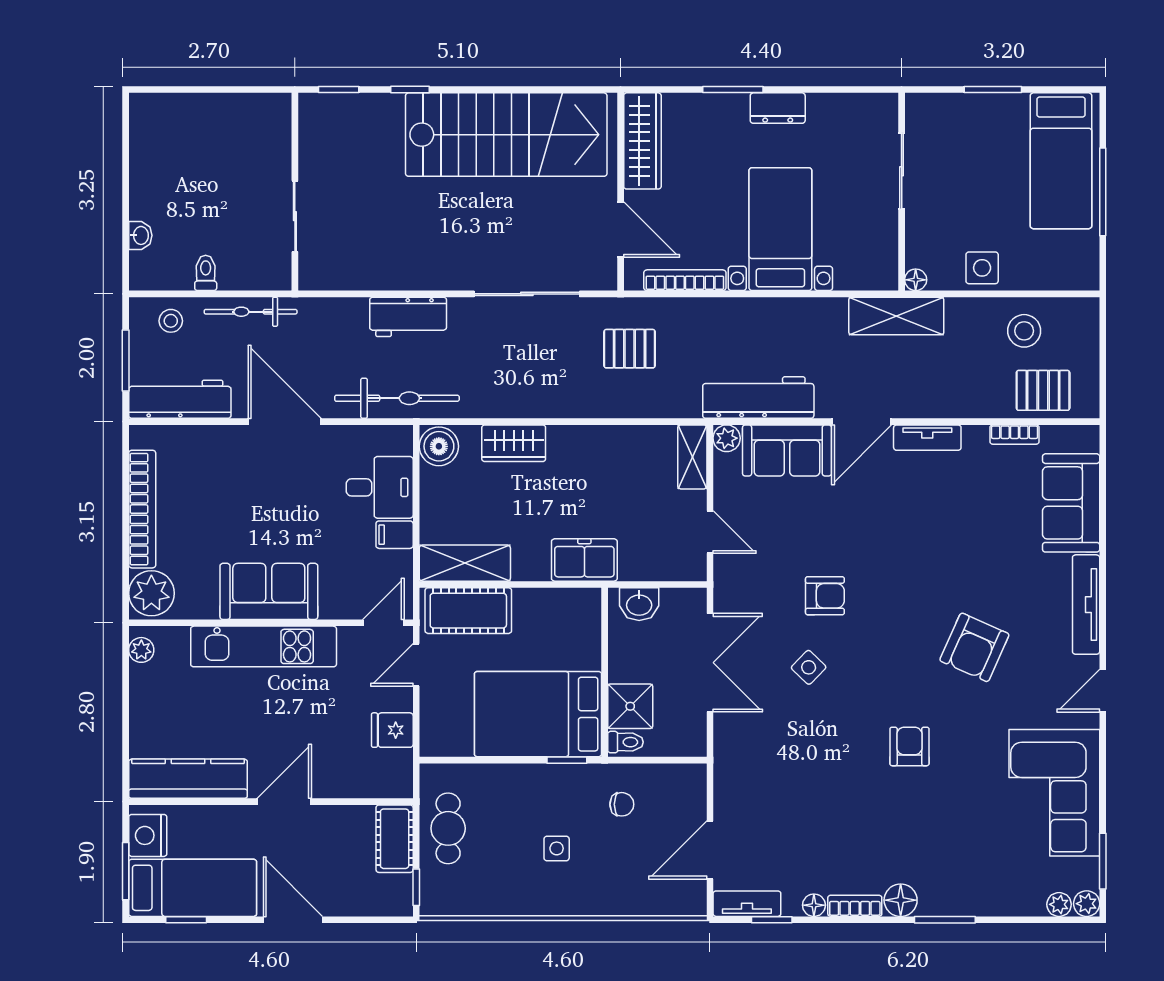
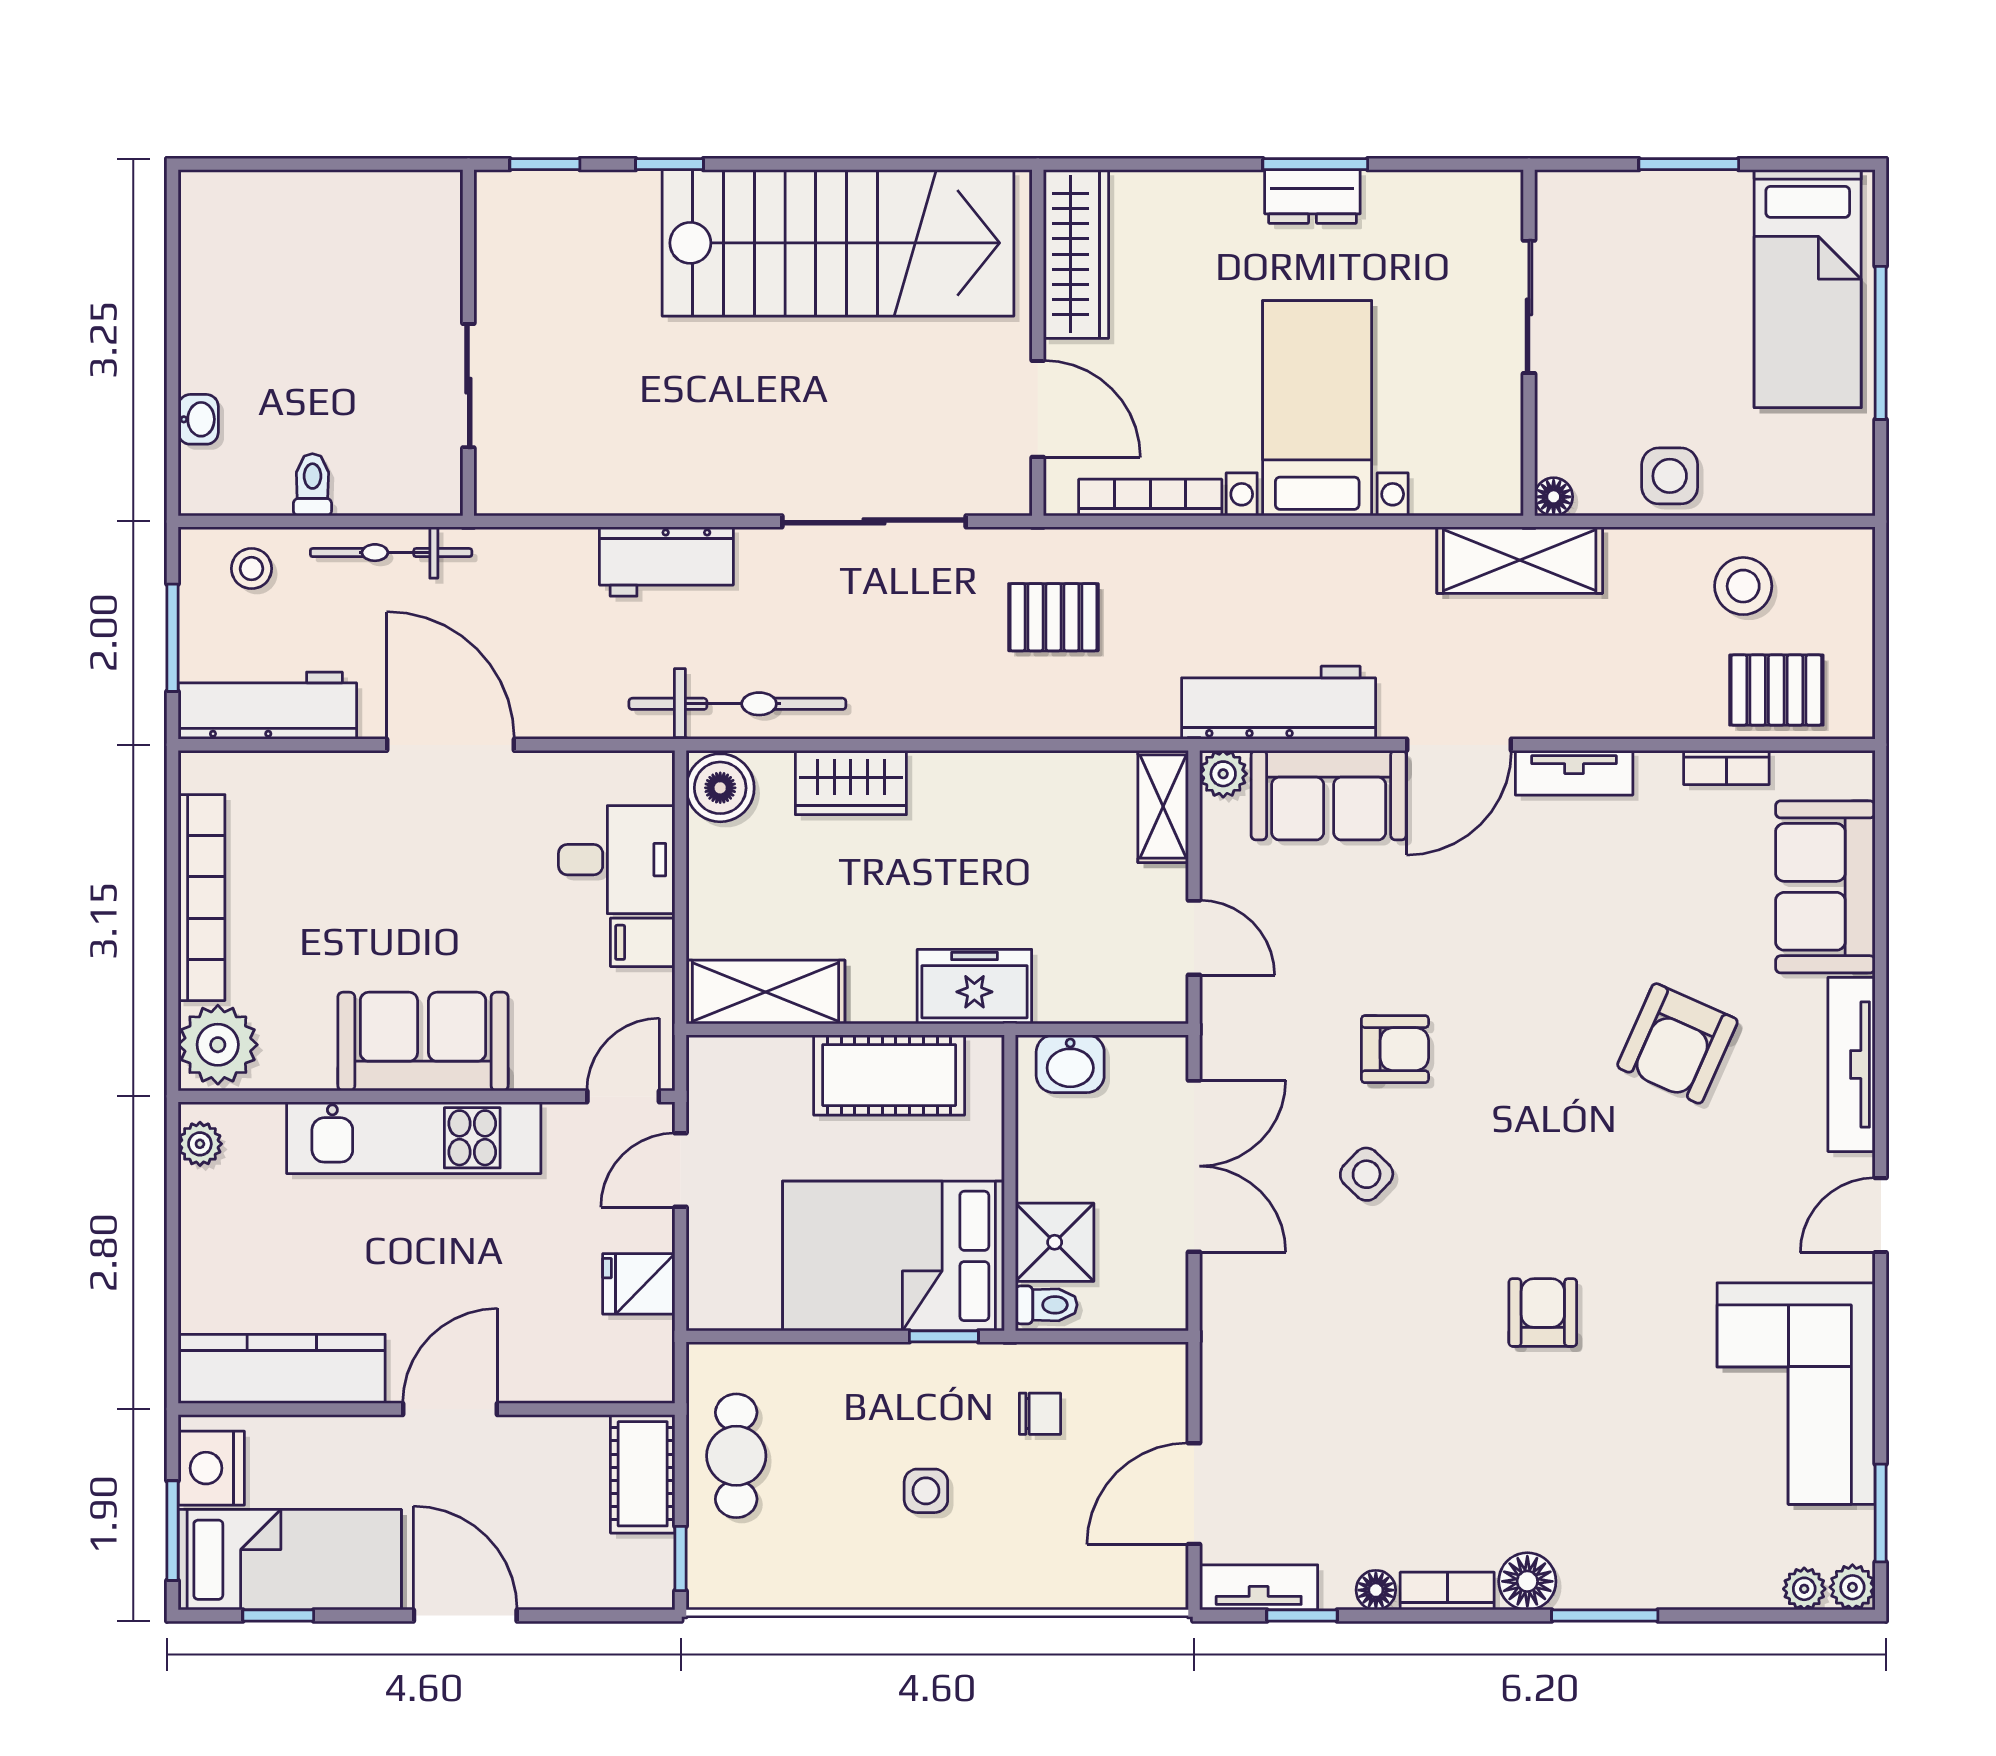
window: (733, 90) -> (1315, 164), moved
bicycle: (397, 398) -> (737, 704), moved
cot: (468, 611) -> (889, 1075), moved
armchair: (974, 647) -> (1677, 1043), moved

